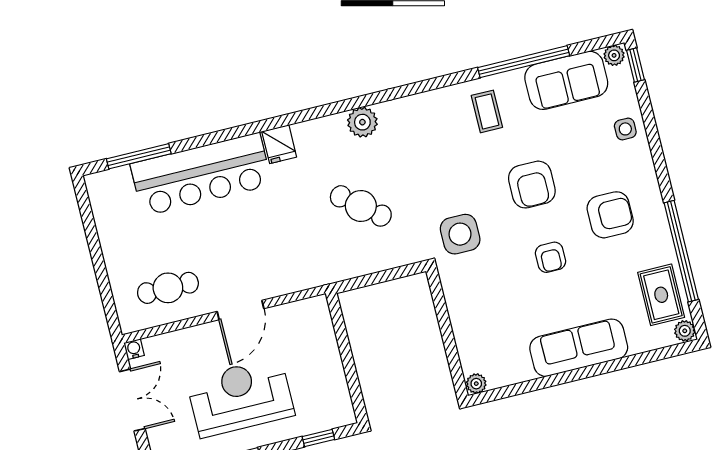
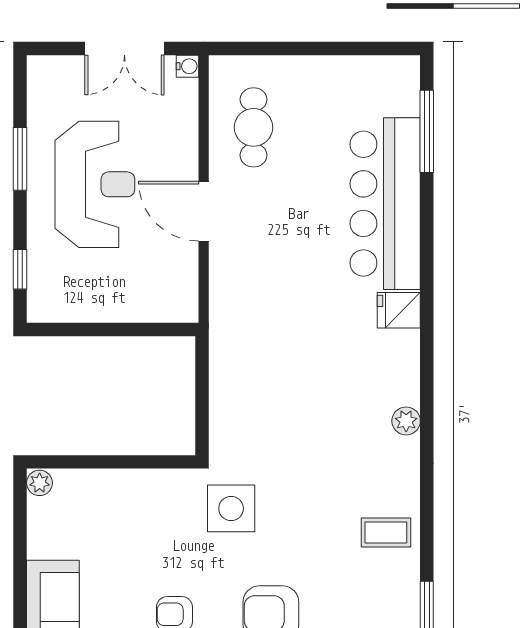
coffee table: (487, 111) -> (386, 533), moved
plant: (362, 122) -> (406, 421), width x0.73, depth x0.73
cafe table: (361, 206) -> (297, 393), removed

